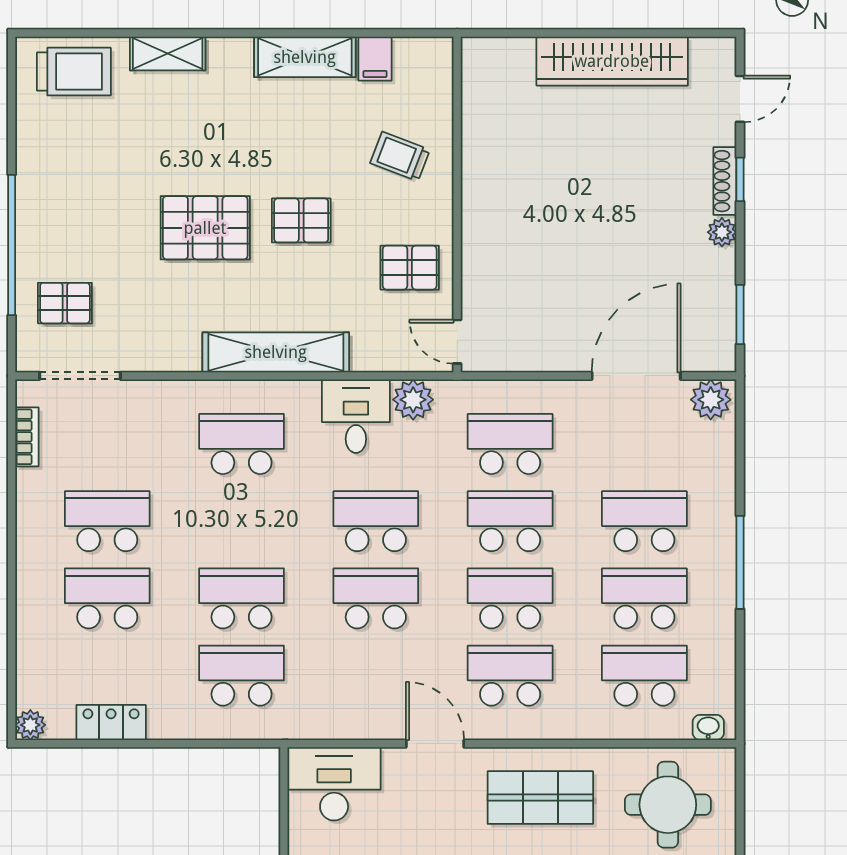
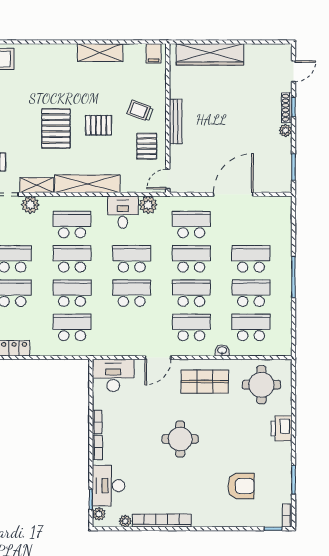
shelving: (168, 54) -> (37, 185), moved
filing cabinet: (375, 59) -> (154, 53), moved
wardrobe: (612, 61) -> (210, 54), moved
trolley: (400, 156) -> (140, 111), moved
bench: (475, 212) -> (176, 121), added
pallet: (205, 228) -> (56, 128), turned 90
pallet: (410, 268) -> (147, 146), turned 90
door: (457, 342) -> (168, 179), hinge flipped
door: (636, 376) -> (233, 194), moved
plant: (711, 400) -> (30, 205), moved
school desk: (242, 521) -> (72, 259), added
washbasin: (708, 727) -> (222, 350), moved
door: (435, 744) -> (158, 358), swing flipped

